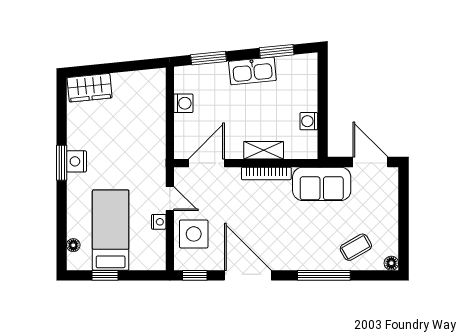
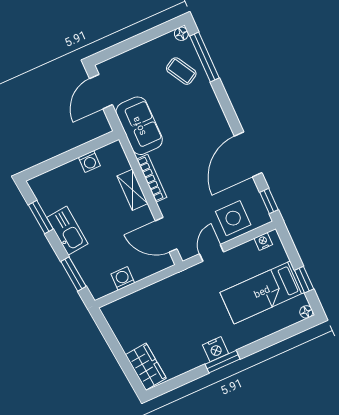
nightstand: (159, 222) -> (263, 241), moved
floor lamp: (73, 245) -> (306, 312), moved
window: (324, 275) -> (205, 57), moved

